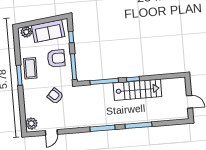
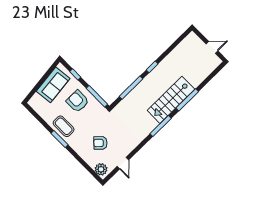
plant: (26, 32) -> (36, 100), removed
armchair: (56, 58) -> (78, 101), turned -90
stairs: (137, 90) -> (171, 100), moved, turned 180
armchair: (55, 96) -> (100, 143), moved

